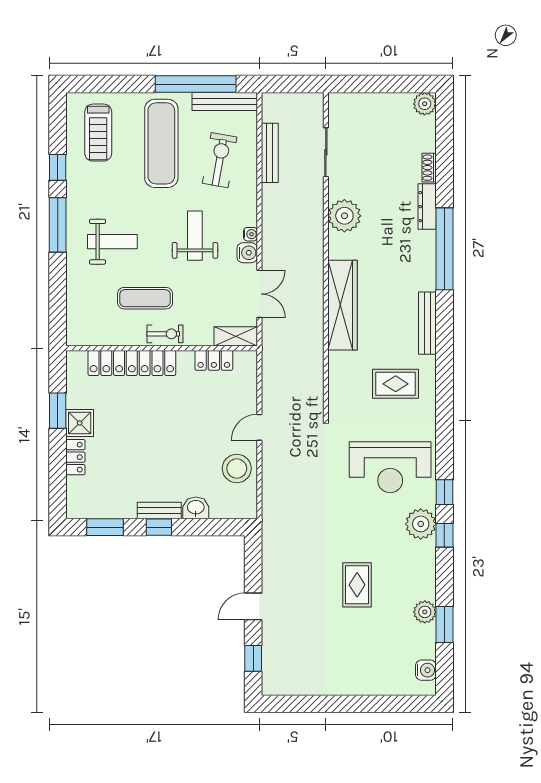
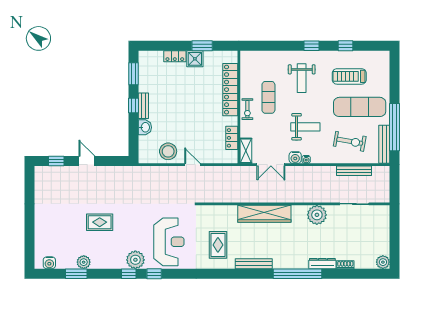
treadmill: (98, 133) -> (349, 76), moved
window: (58, 225) -> (312, 46), width x0.46
reception desk: (390, 467) -> (169, 242), turned 180

